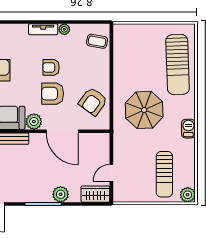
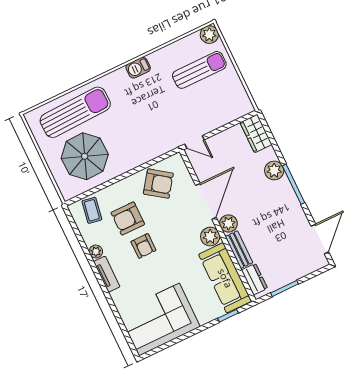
armchair: (53, 94) -> (128, 218), moved, turned 90
parasol: (144, 110) -> (85, 156), moved
plant: (37, 140) -> (228, 223), added
door: (111, 173) -> (195, 142), moved

